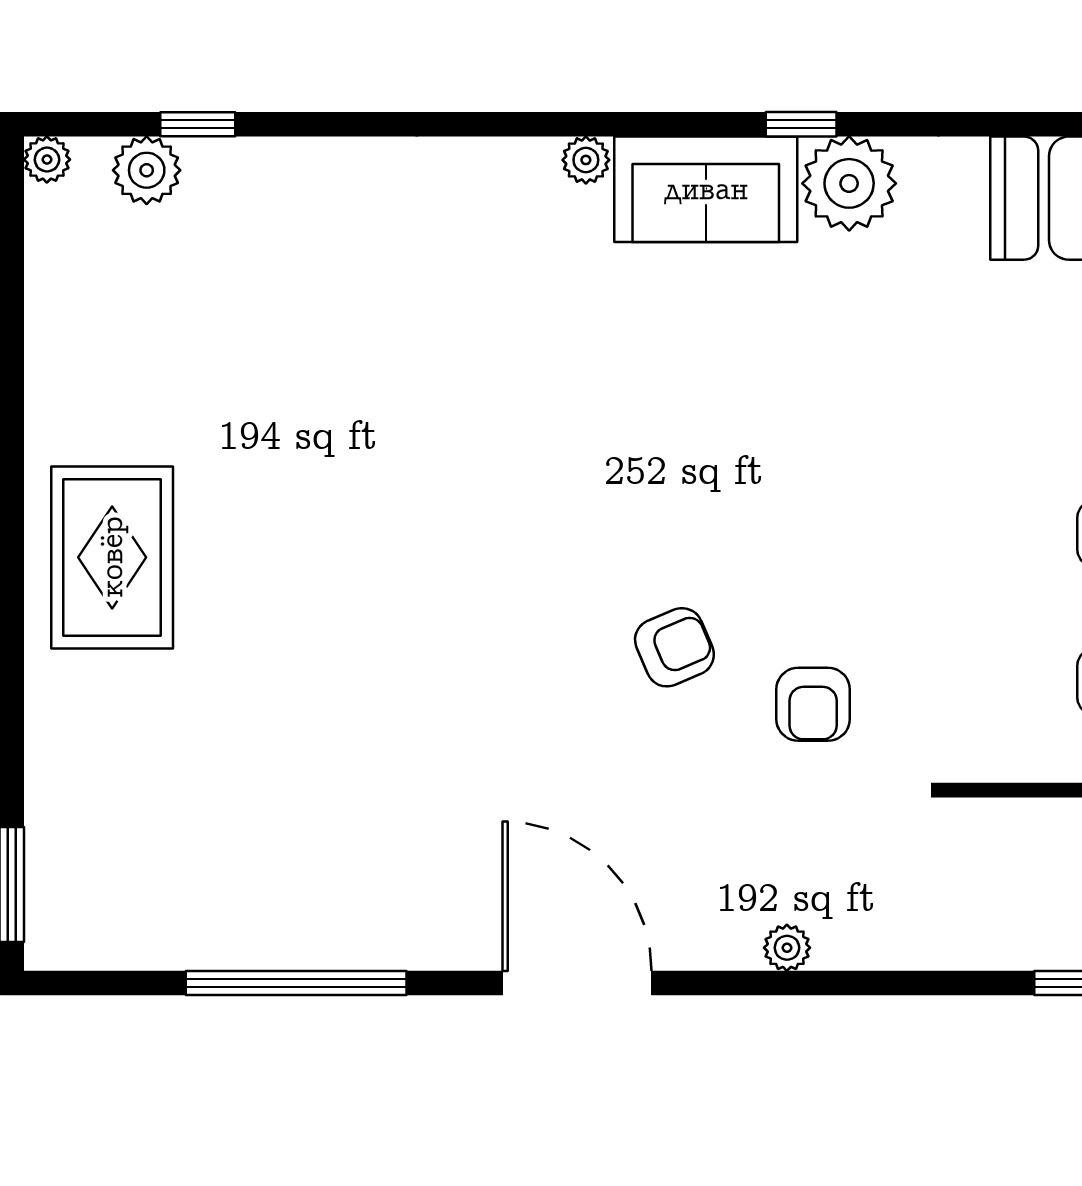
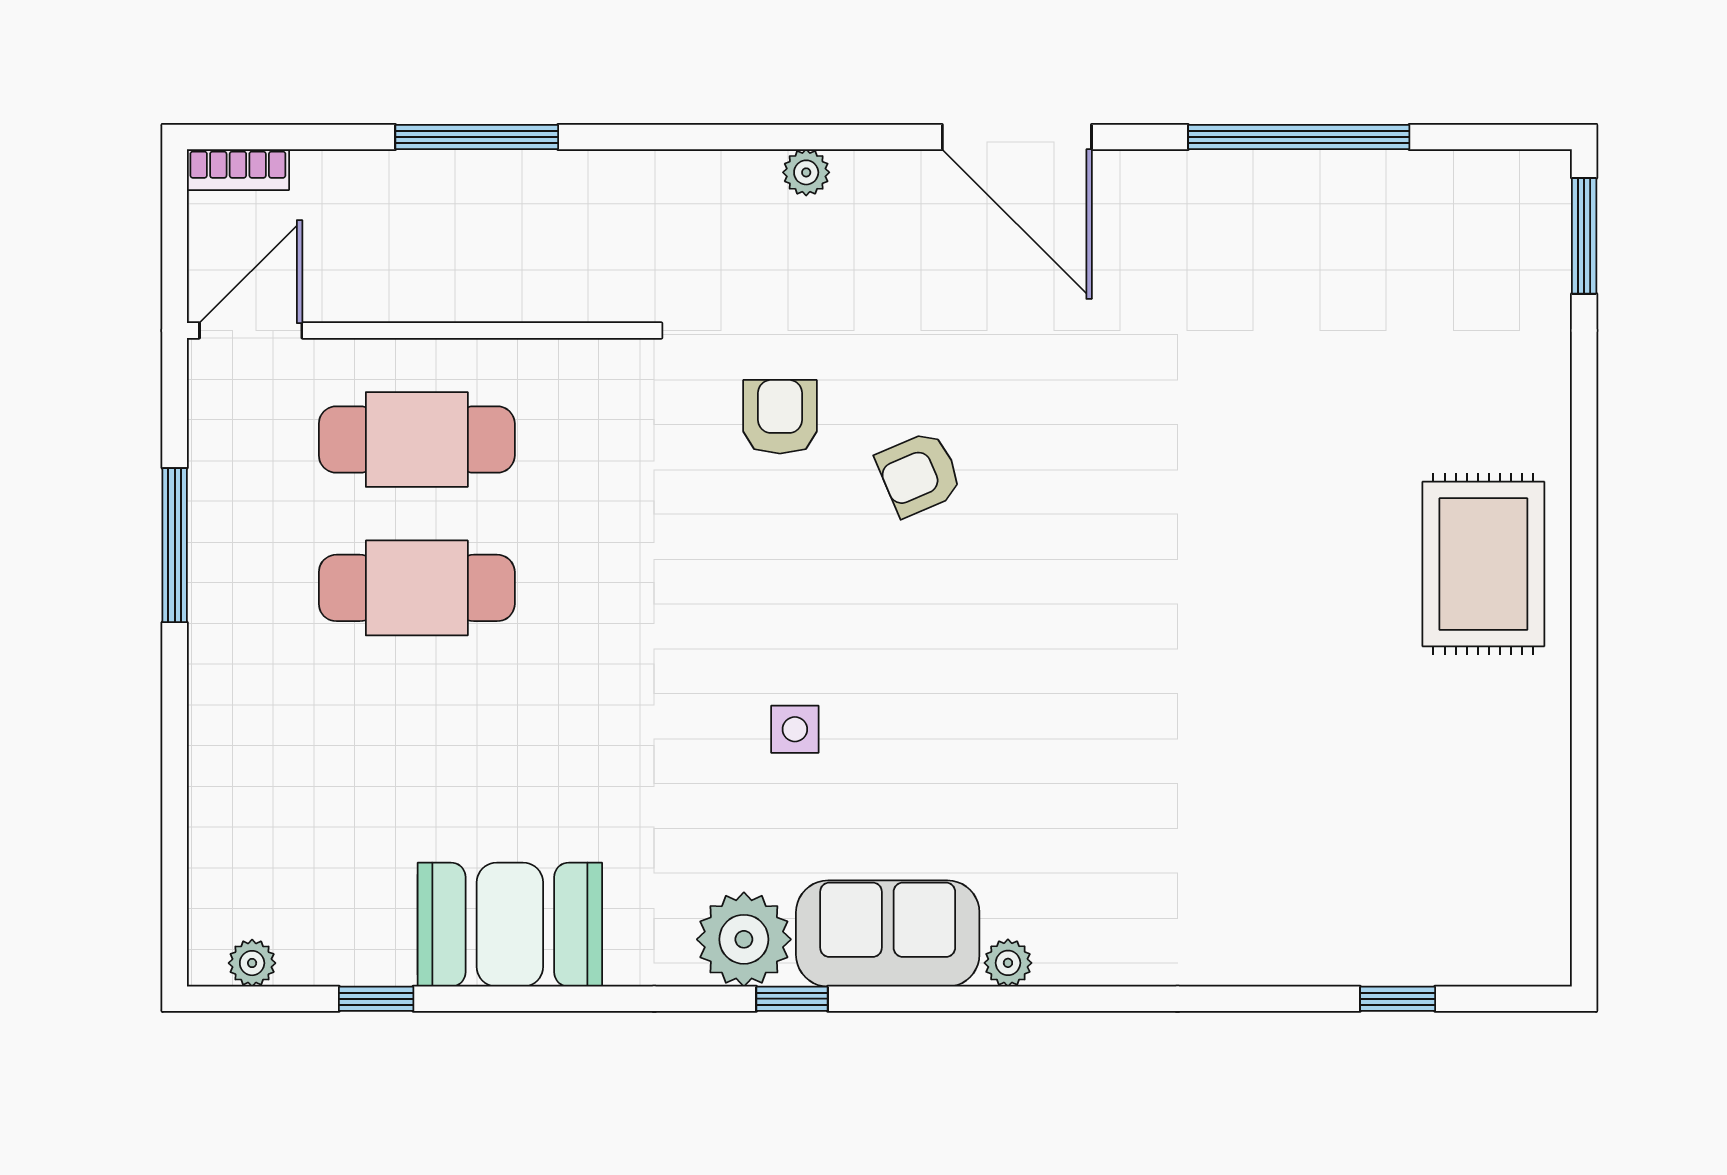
plant: (47, 160) -> (1549, 963), removed
plant: (147, 170) -> (1449, 953), removed
side table: (798, 393) -> (795, 729), added

